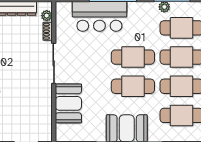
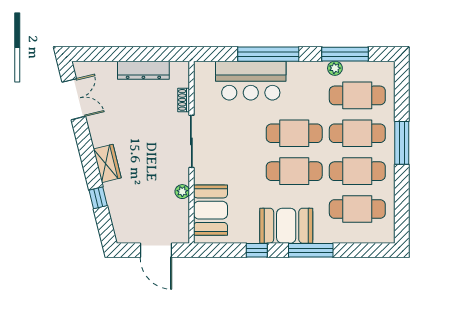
plant: (47, 16) -> (182, 192), moved
booth: (68, 103) -> (210, 210), moved

